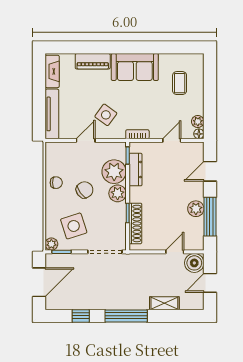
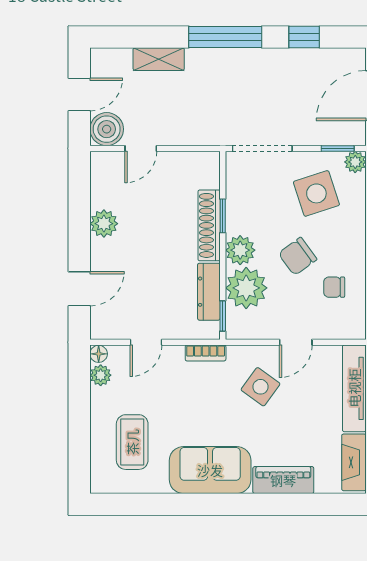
coffee table: (180, 83) -> (132, 442), width x1.36, depth x1.30
chair: (56, 183) -> (334, 287), moved
window: (210, 217) -> (79, 210), removed
shoe rack: (135, 223) -> (209, 225), moved

